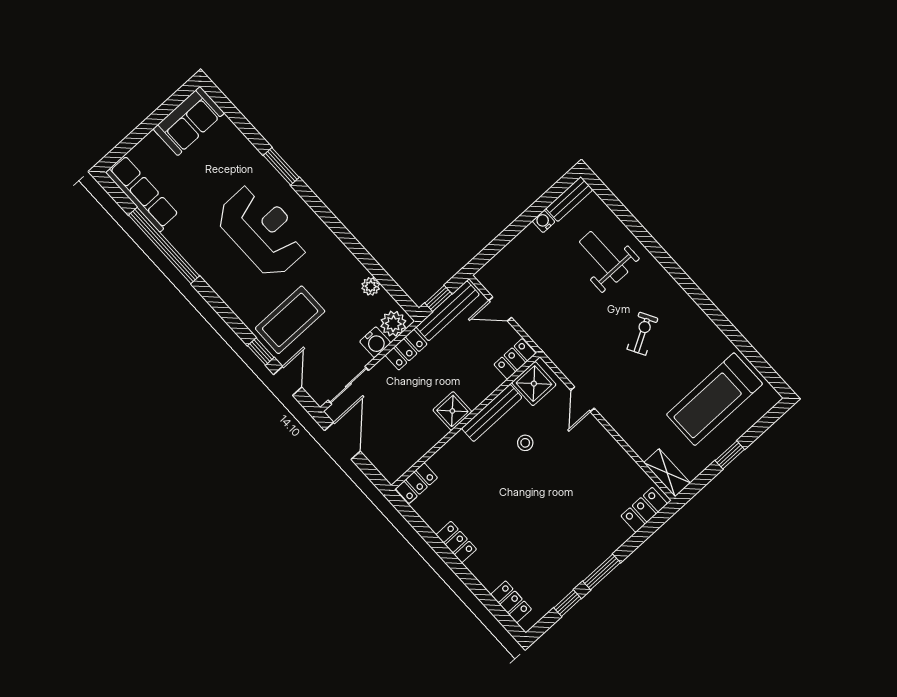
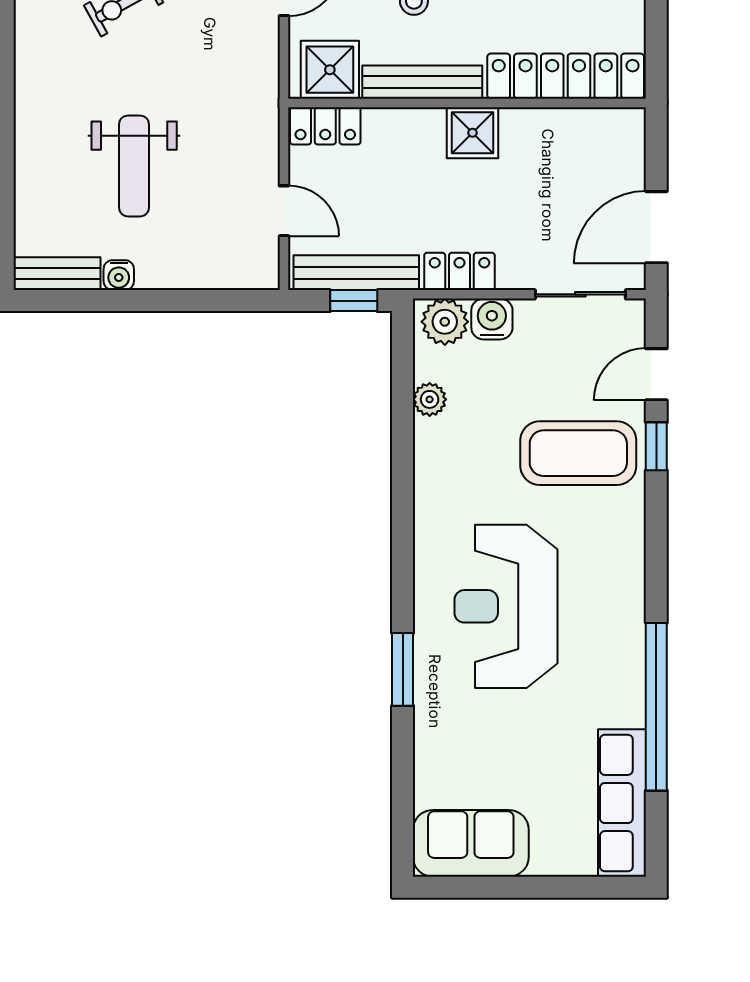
weight bench: (604, 257) -> (134, 166), moved
locker: (416, 483) -> (566, 76), width x2.16, depth x1.21

